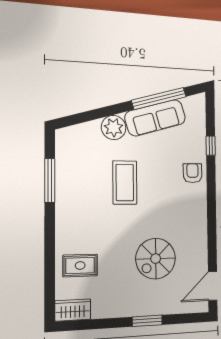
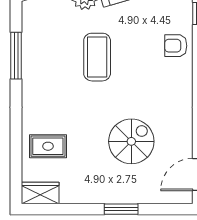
armchair: (193, 173) -> (176, 46), turned -89
spiral stairs: (156, 259) -> (131, 141), turned 180

